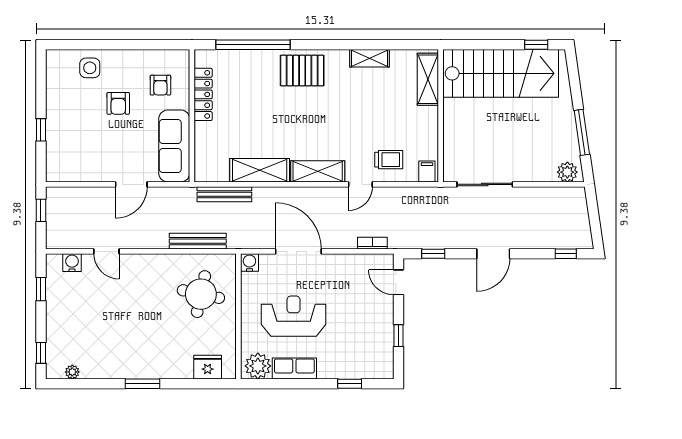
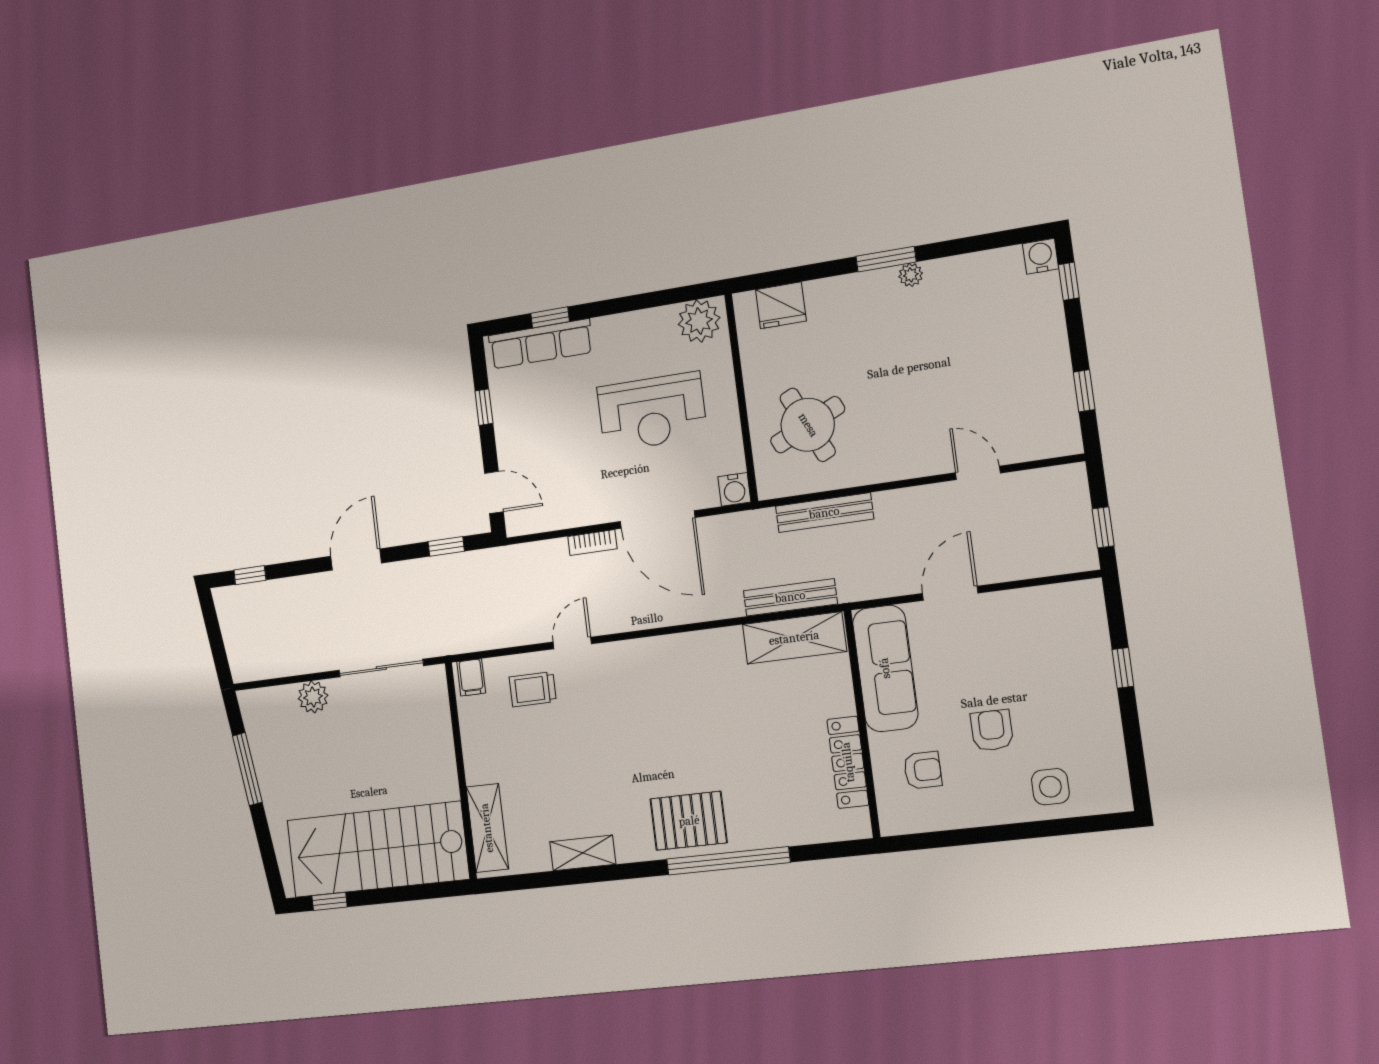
window: (253, 45) -> (728, 861), moved
armchair: (160, 85) -> (923, 770), turned 90
shelving: (260, 170) -> (794, 638), moved
shelving: (318, 171) -> (643, 655), removed
plant: (567, 172) -> (313, 697), moved
bookcase: (372, 243) -> (592, 543), moved
water cooler: (72, 263) -> (1041, 256), moved, turned 180
round table: (201, 294) -> (808, 425), turned -37
row of seats: (294, 368) -> (541, 344), moved, width x1.48
plant: (72, 372) -> (911, 275), moved

